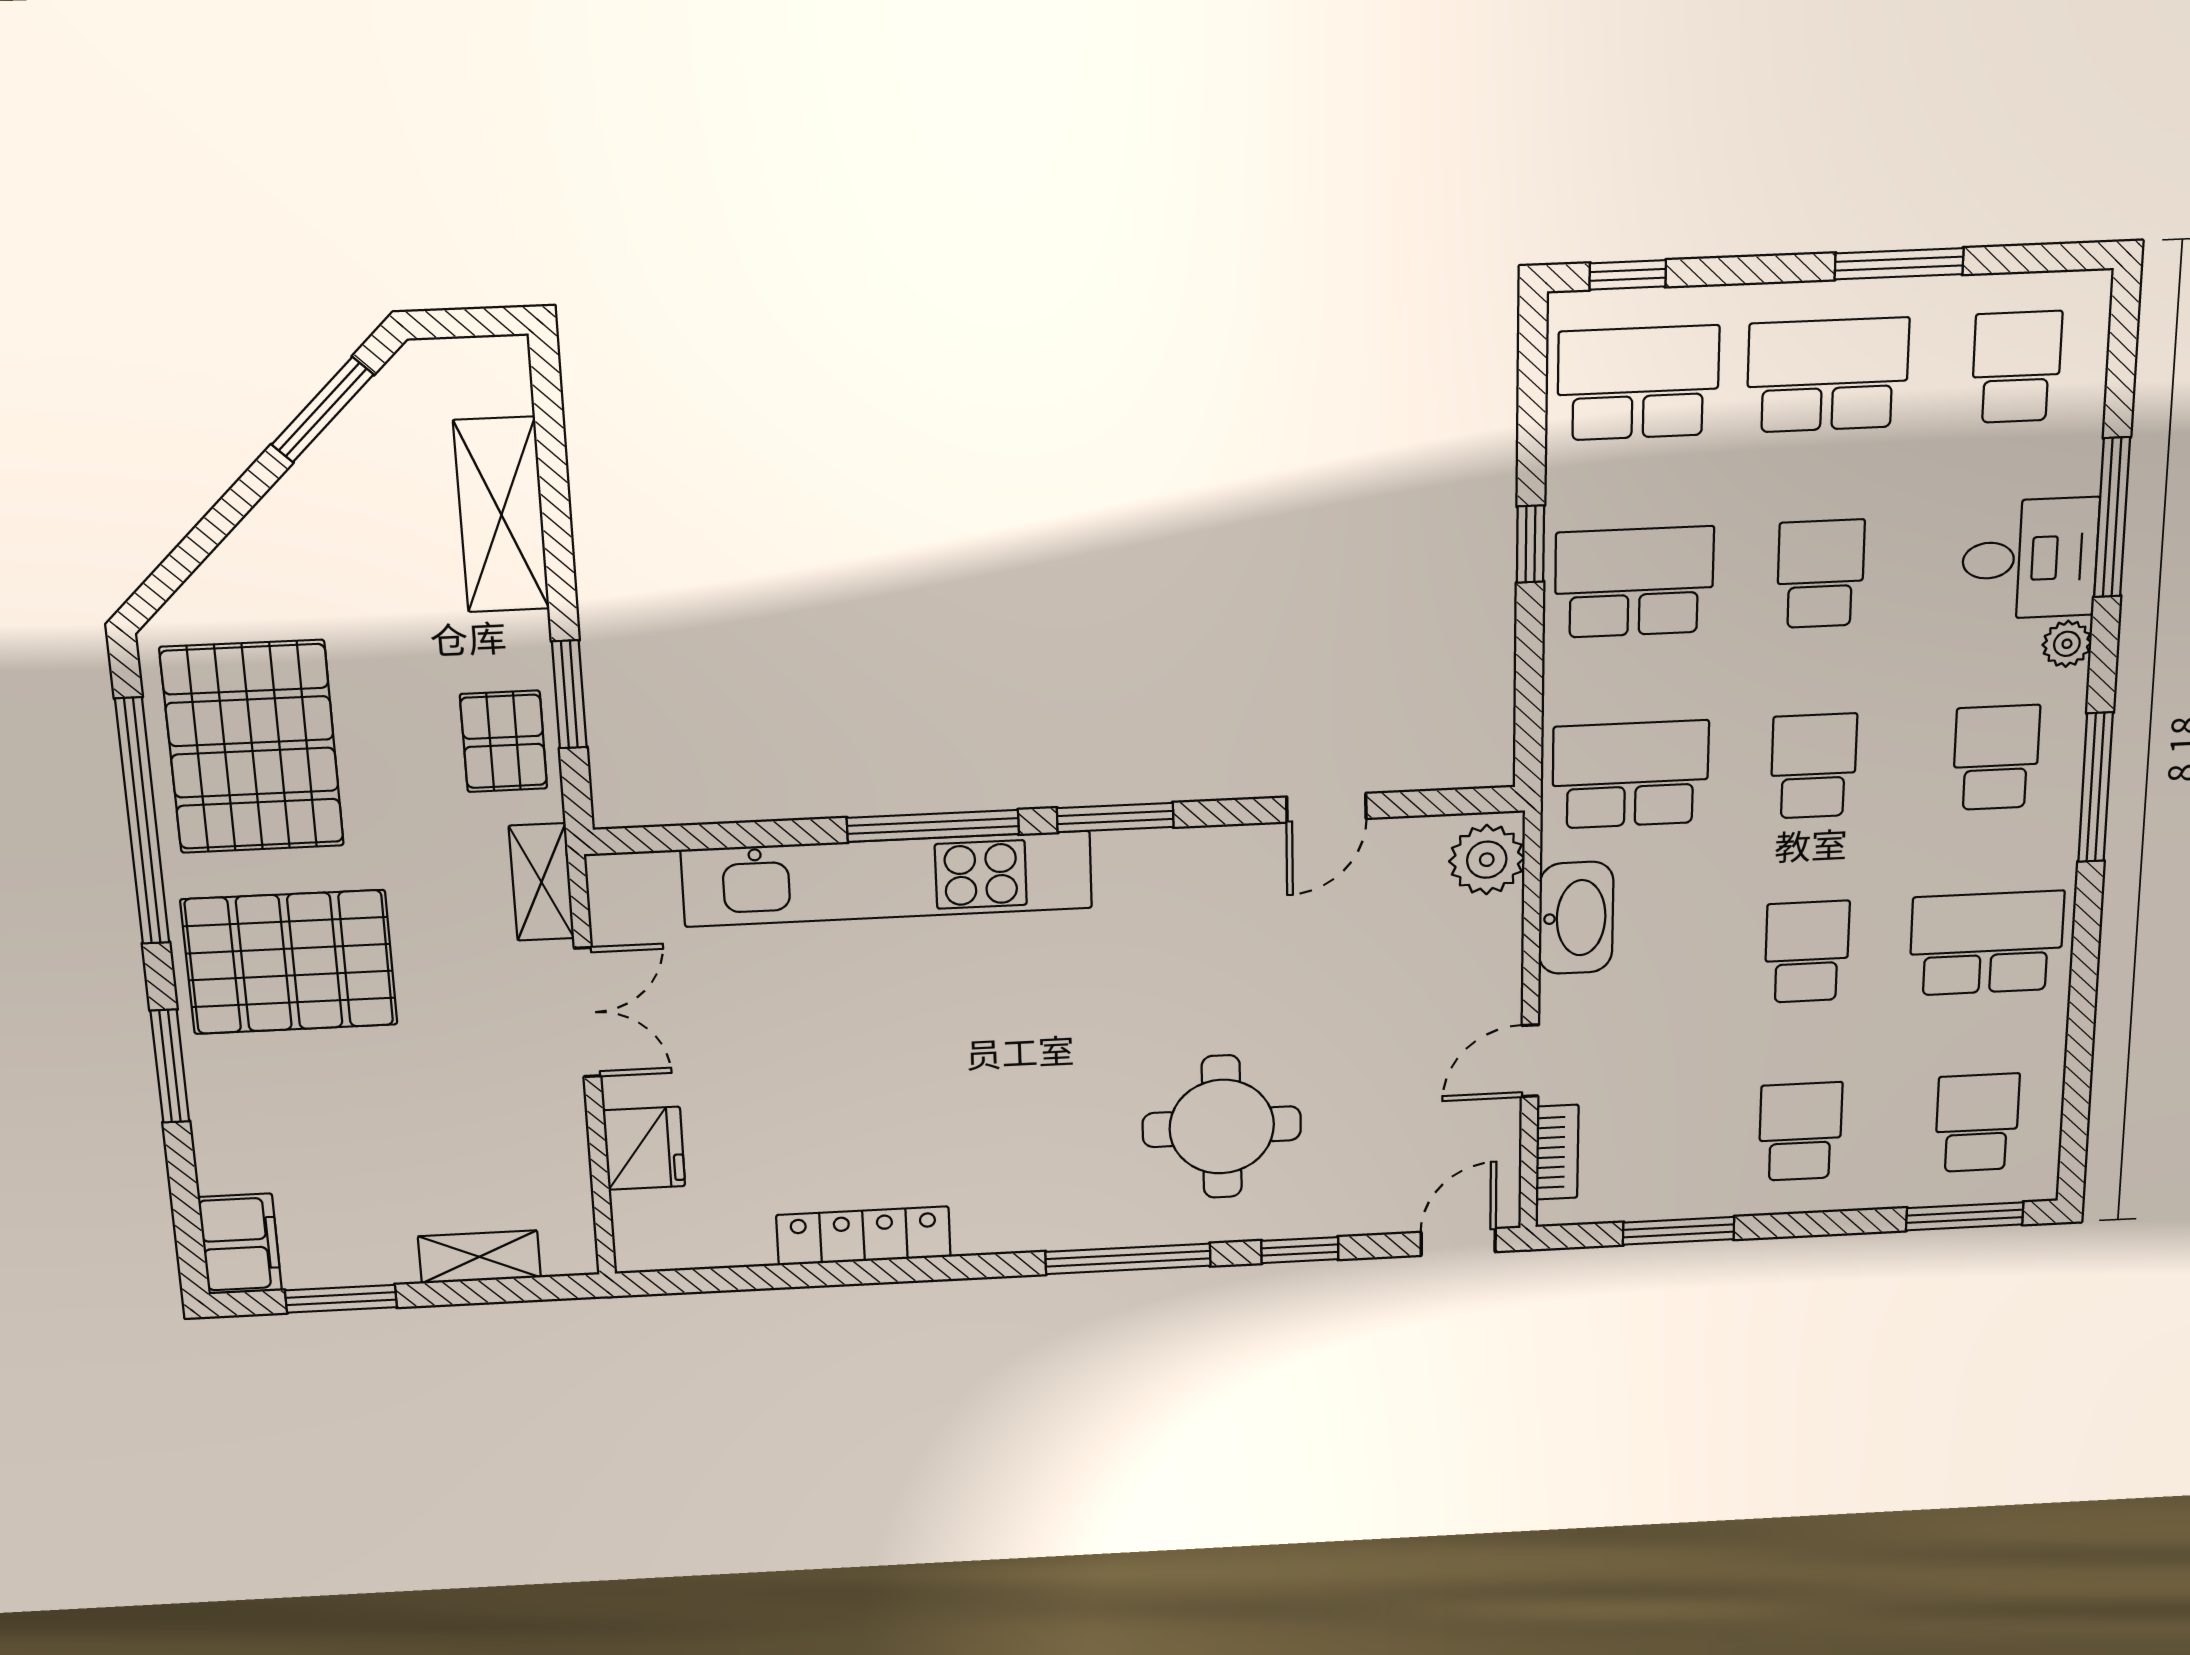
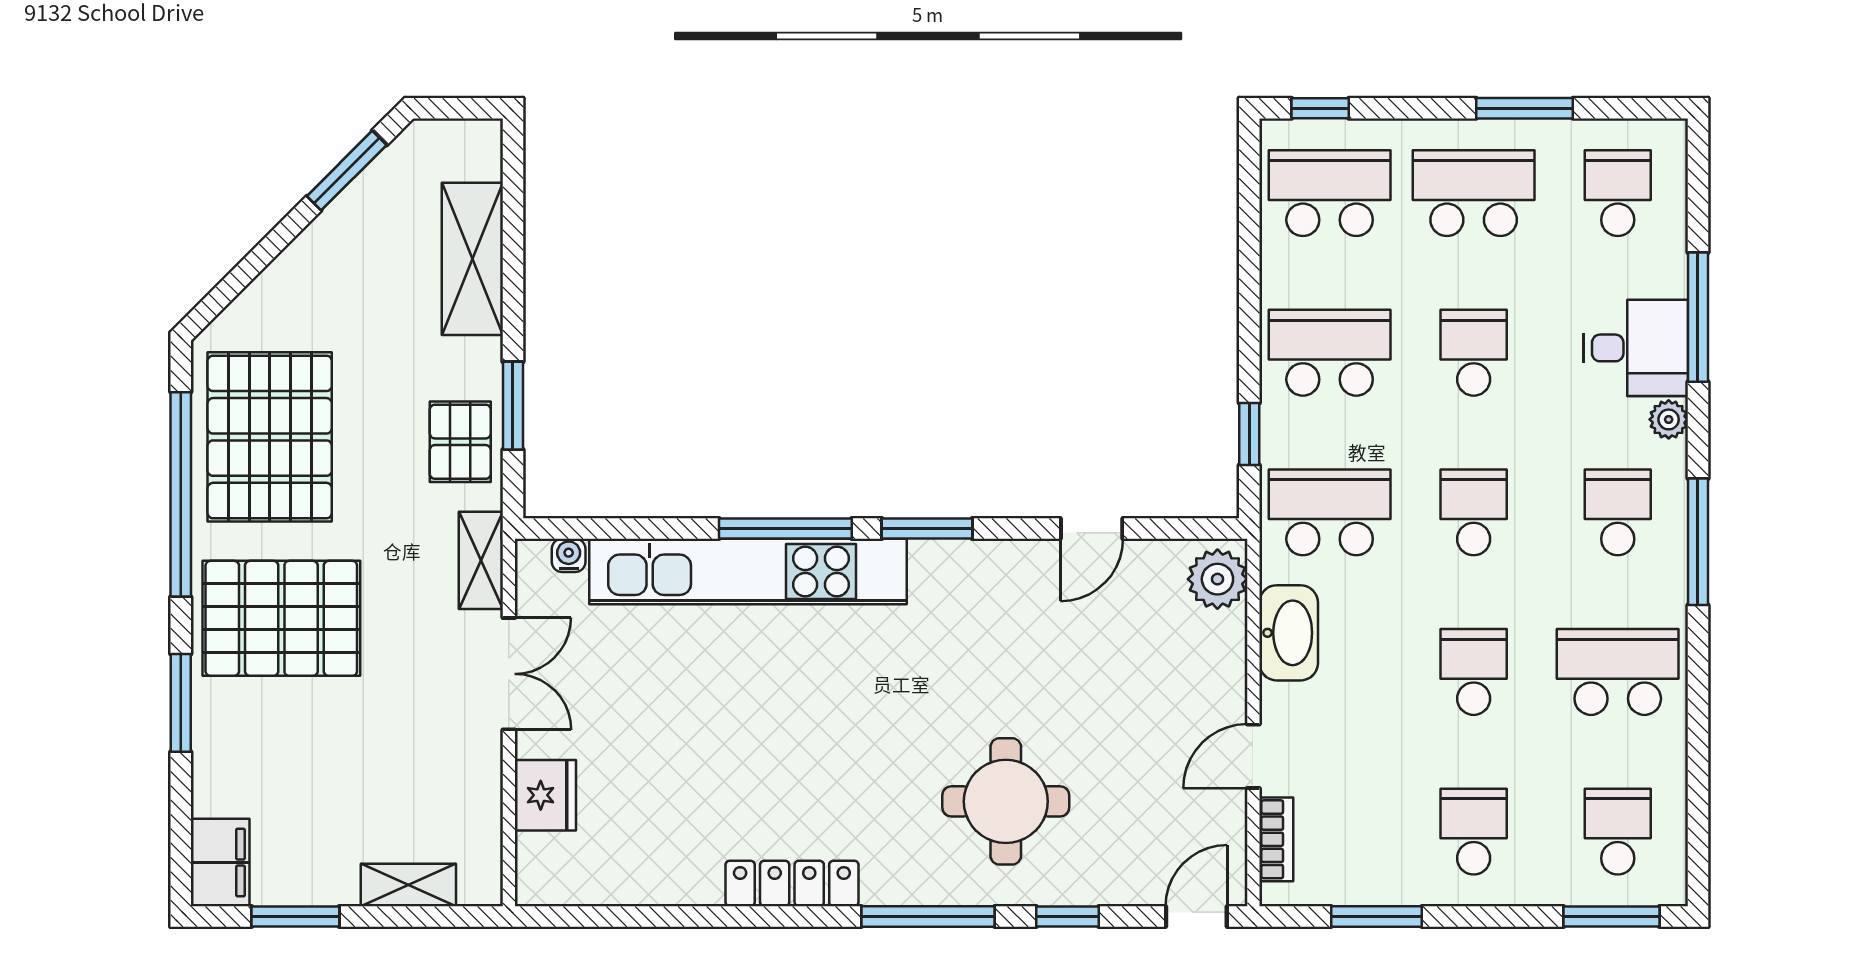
window: (1530, 544) -> (1249, 434), moved
water cooler: (655, 871) -> (569, 555), added
locker: (864, 1236) -> (792, 883), moved

